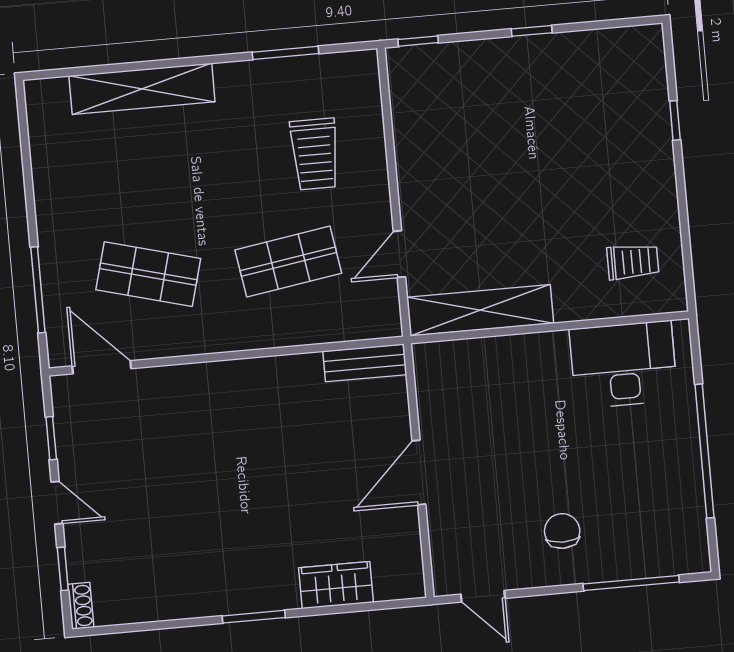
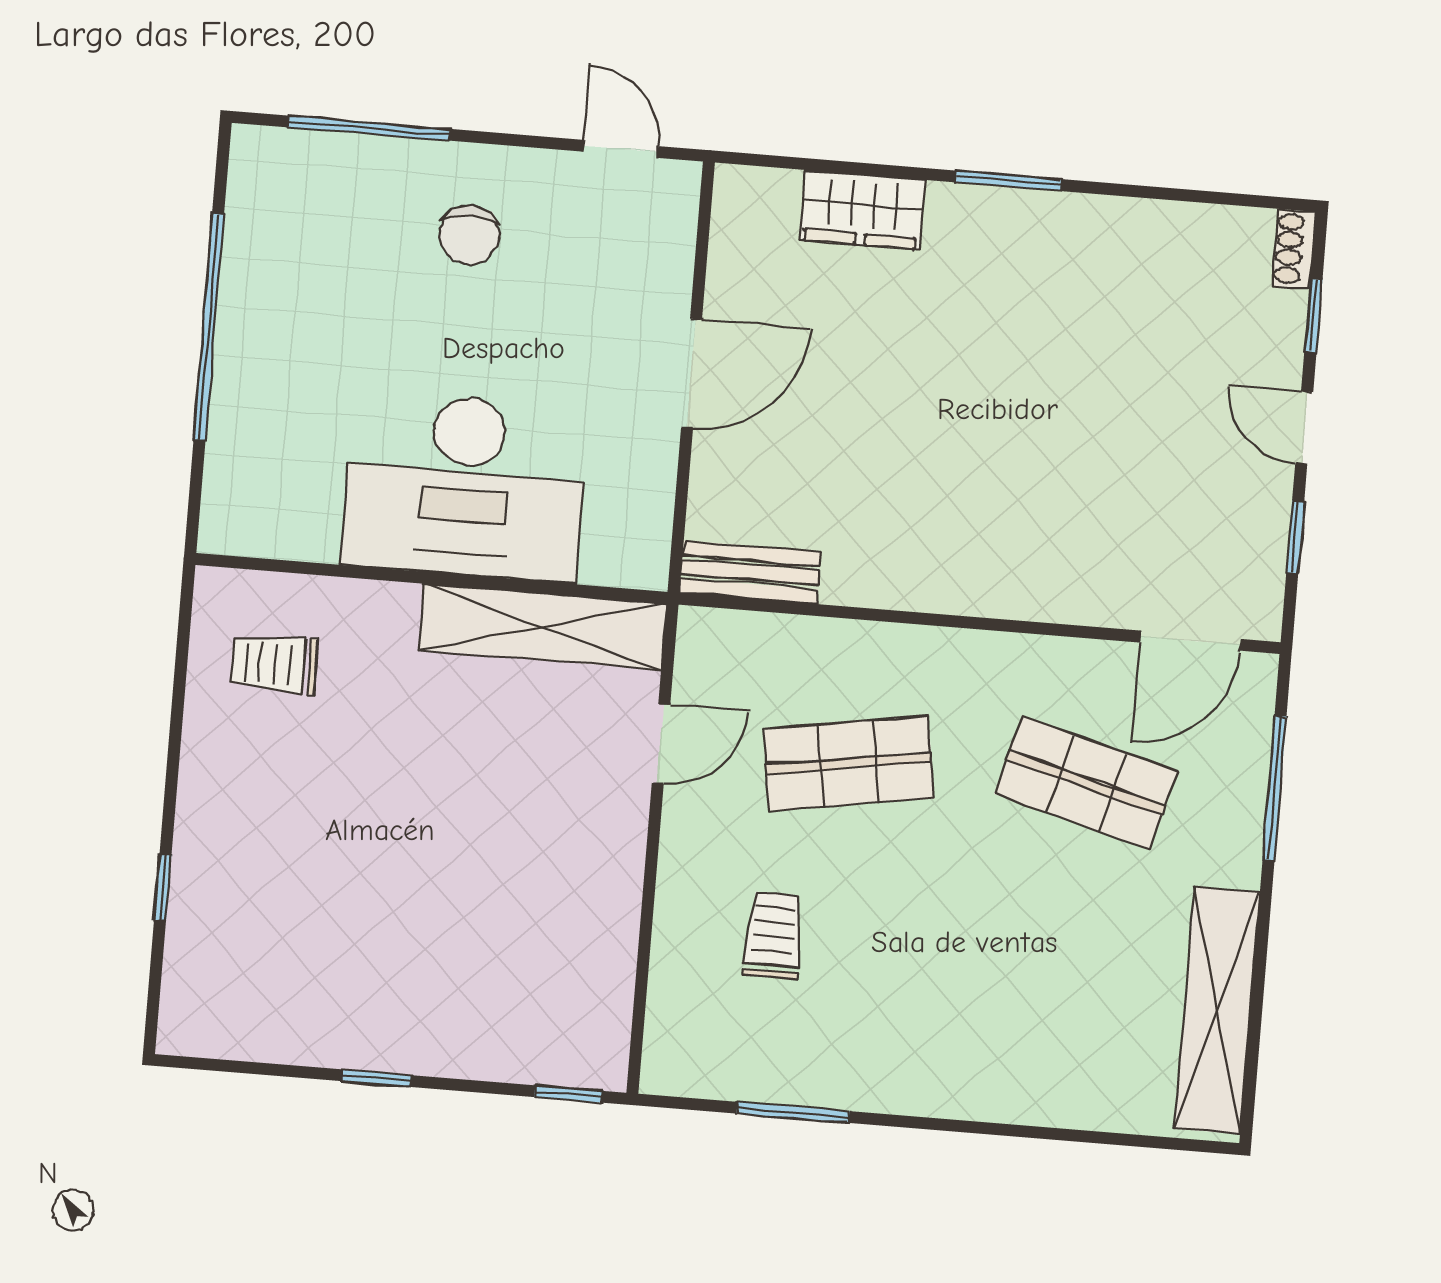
shelving: (142, 89) -> (1217, 1010), moved, turned 90
trolley: (315, 154) -> (773, 935), width x0.73, depth x0.72
desk: (623, 365) -> (465, 486), moved, width x1.36, depth x1.30
door: (102, 367) -> (1190, 641), hinge flipped

